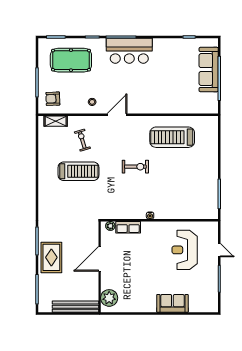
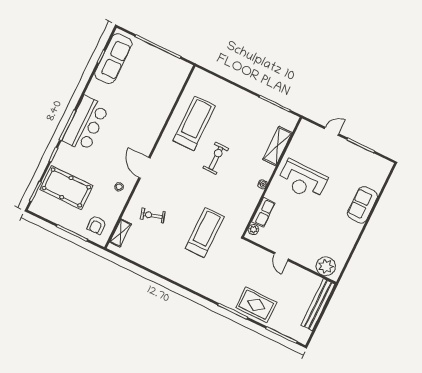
pool table: (71, 60) -> (66, 188), turned 90
sofa: (209, 70) -> (113, 59), moved, turned -90
treadmill: (172, 137) -> (194, 123), turned 180
exercise bike: (135, 167) -> (216, 158), moved
treadmill: (79, 171) -> (205, 233), moved
shelving: (186, 213) -> (277, 146), added
reception desk: (185, 250) -> (302, 180), moved
door: (100, 259) -> (281, 257), width x0.53

